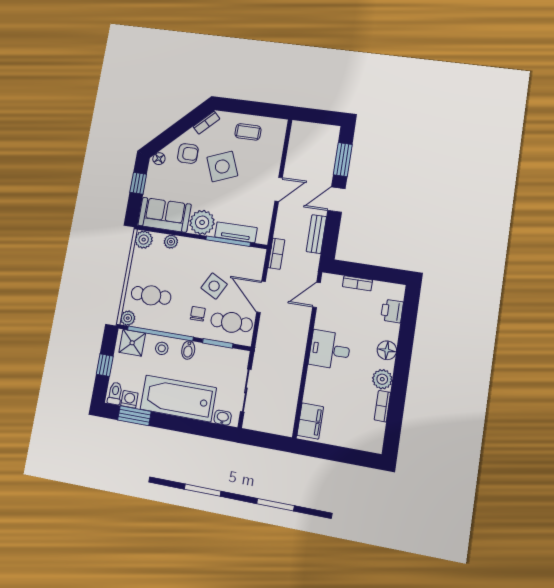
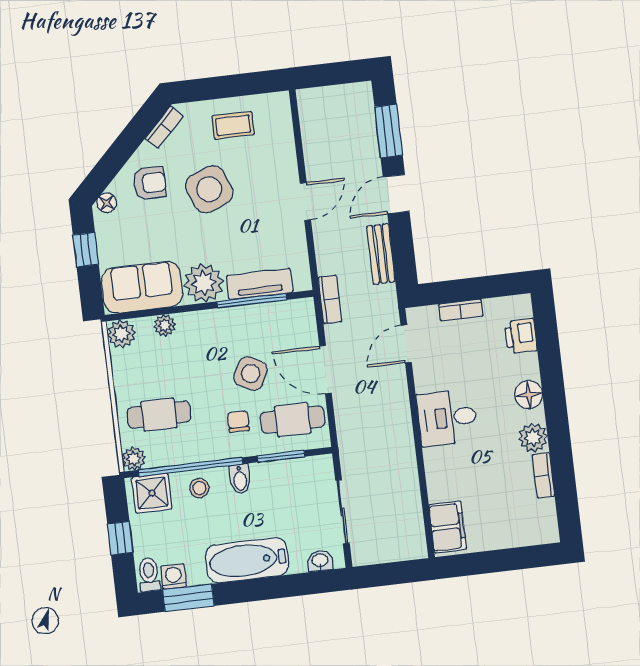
bathtub: (178, 398) -> (247, 560), width x0.73, depth x0.73

